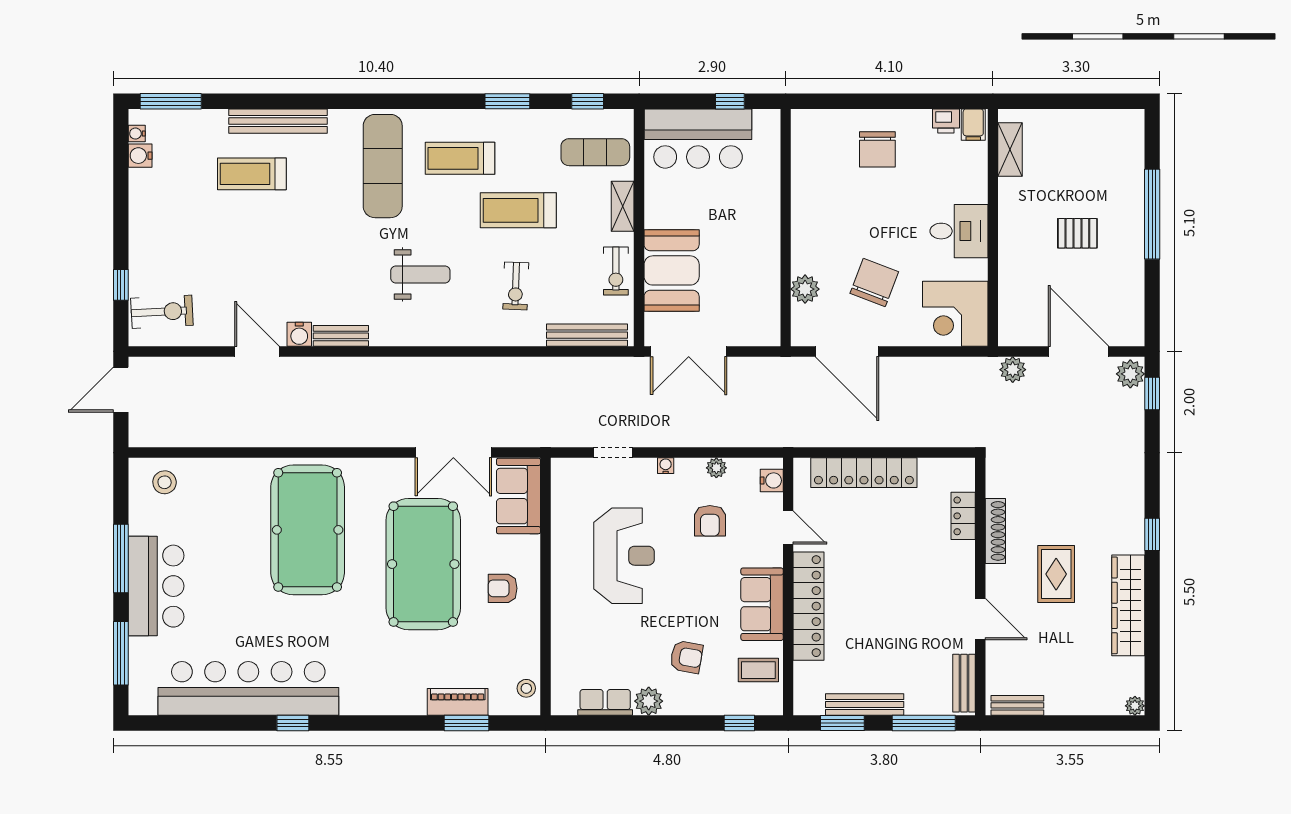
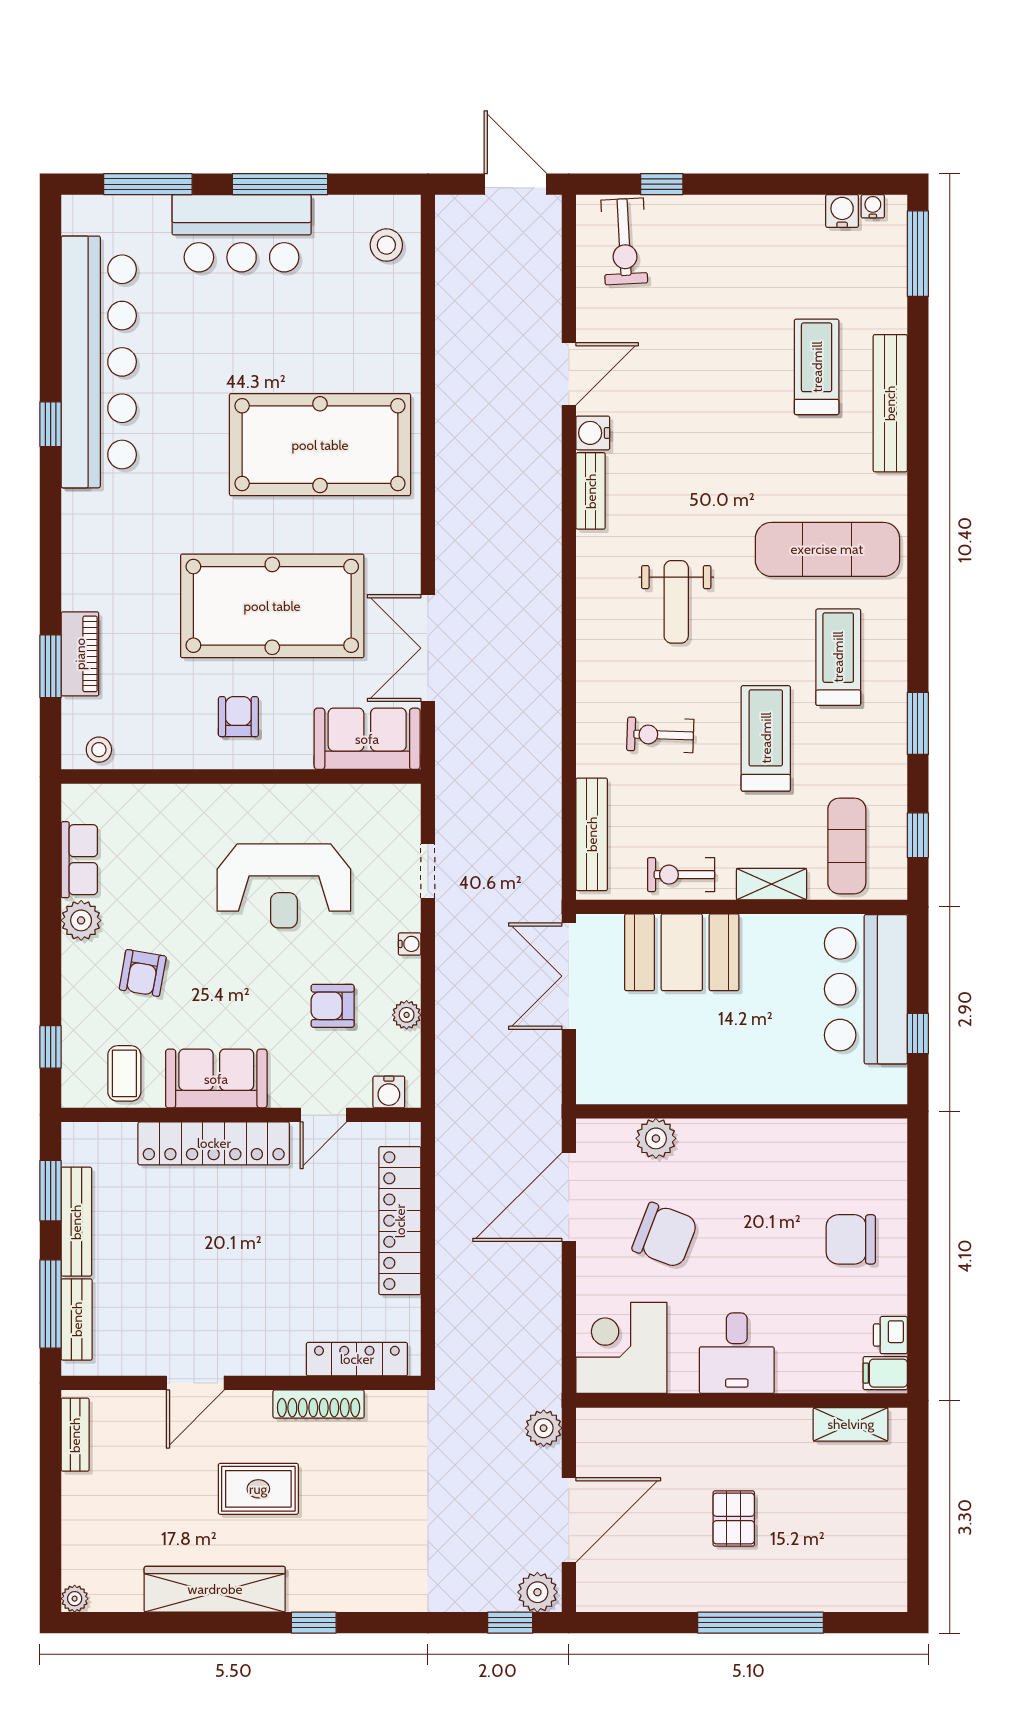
locker: (963, 516) -> (357, 1359), width x1.53
bench: (964, 683) -> (77, 1319), moved, turned 90

